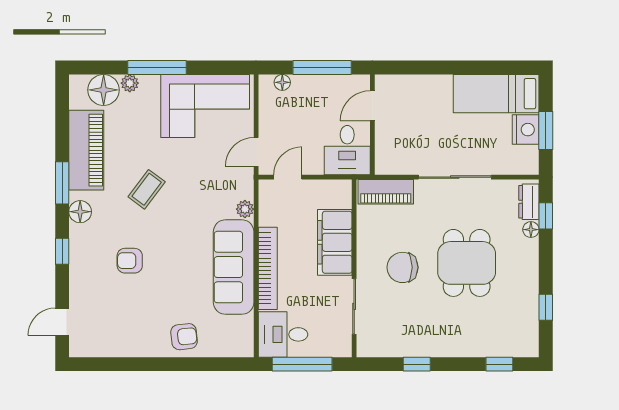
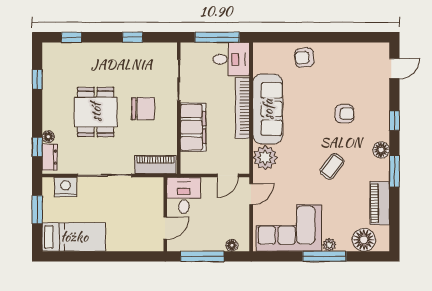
plant: (130, 83) -> (329, 245), moved
nightstand: (526, 130) -> (66, 187), moved, turned 90
piano: (86, 150) -> (380, 203), width x0.73, depth x0.75
plant: (245, 209) -> (265, 158), width x1.88, depth x1.88

